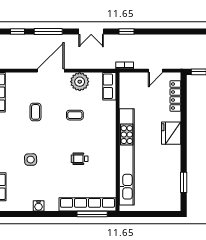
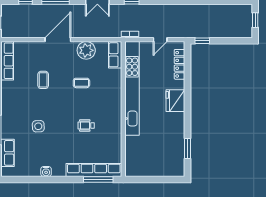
kitchen unit: (127, 157) -> (132, 88), moved

